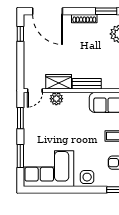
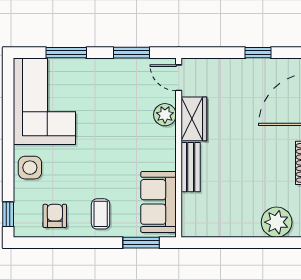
window: (20, 34) -> (258, 53), moved

